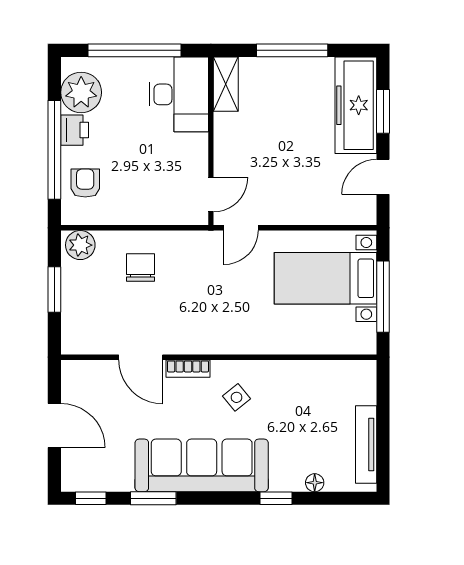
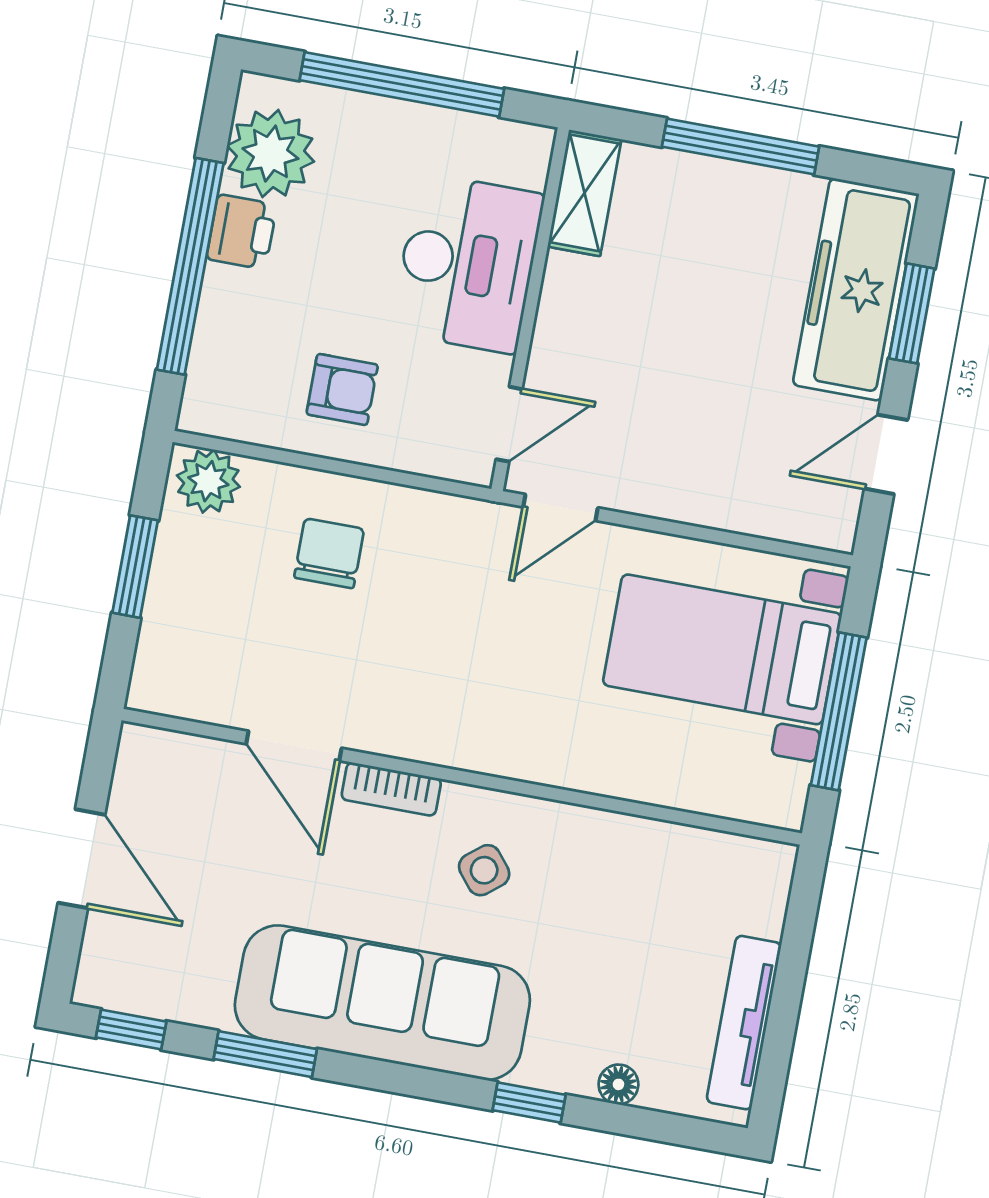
desk: (179, 94) -> (467, 263), moved
armchair: (85, 183) -> (342, 389), moved, turned 90

